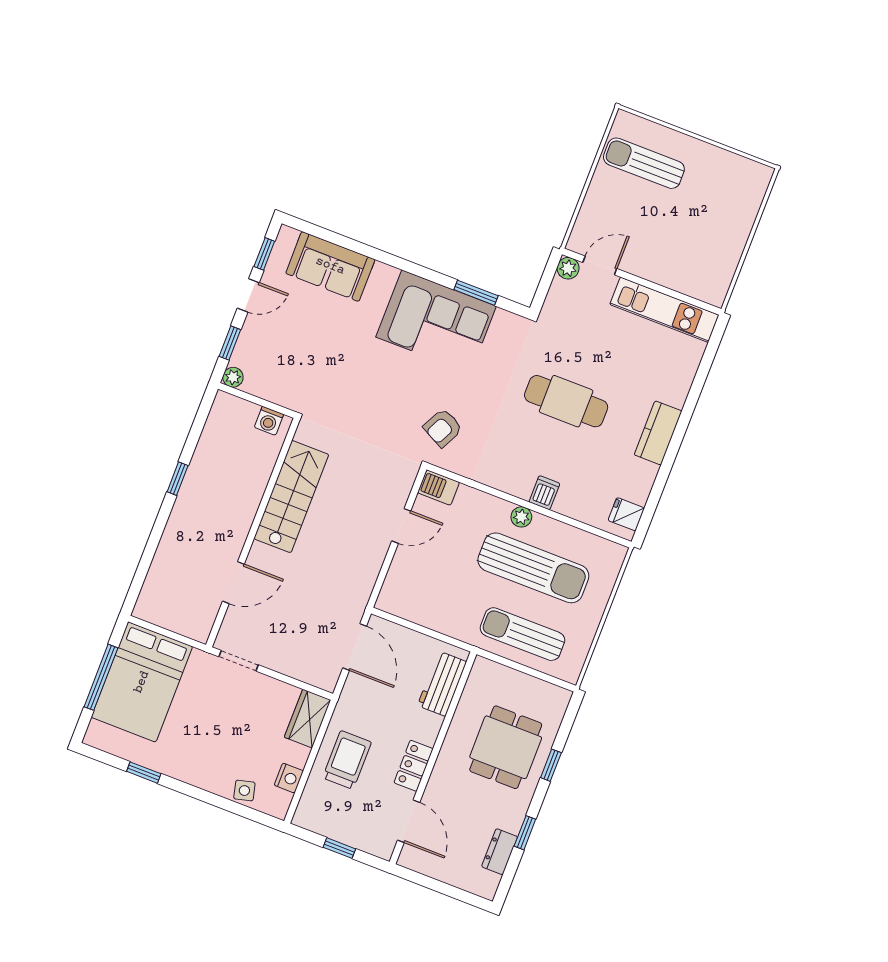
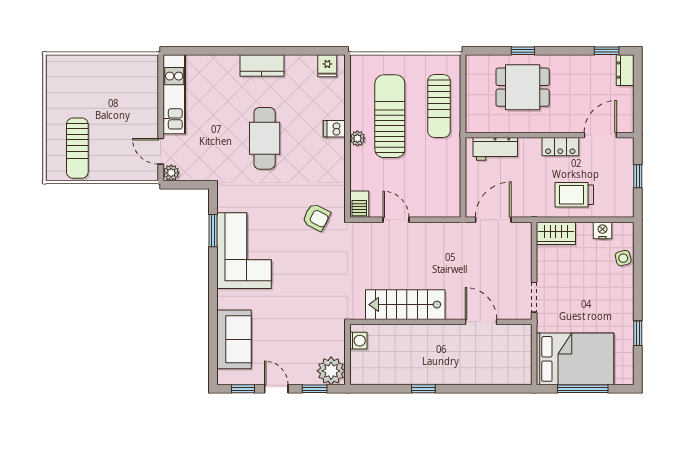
plant: (233, 377) -> (331, 371), width x1.87, depth x1.87
window: (525, 833) -> (607, 51), moved
dresser: (500, 852) -> (625, 70), moved, turned 90

